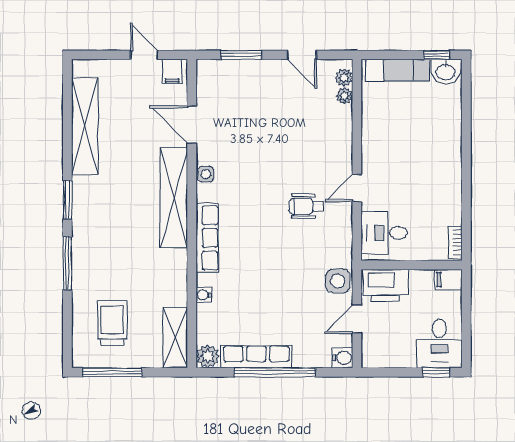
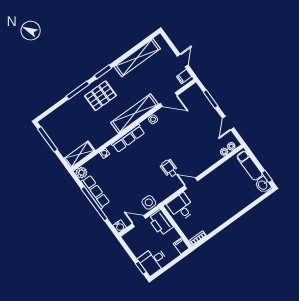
door: (192, 125) -> (169, 100), swing flipped
pallet: (104, 233) -> (100, 96), added
trolley: (112, 323) -> (67, 125), removed

